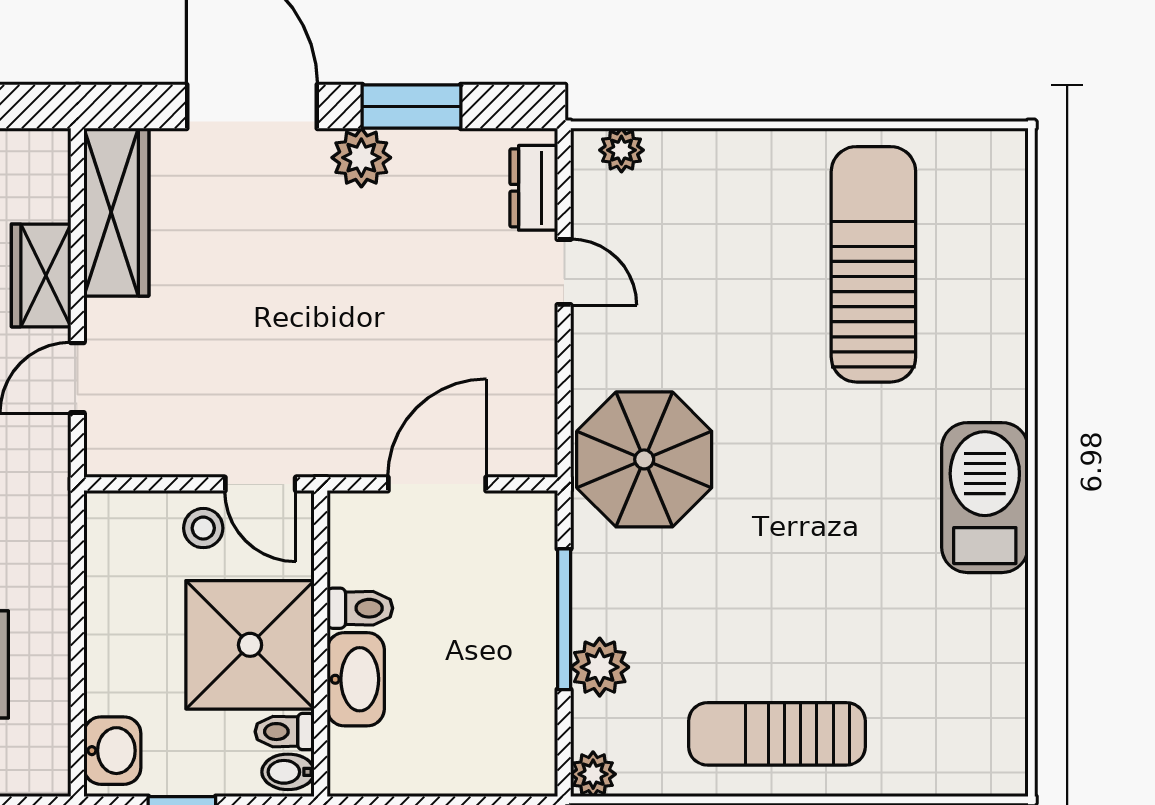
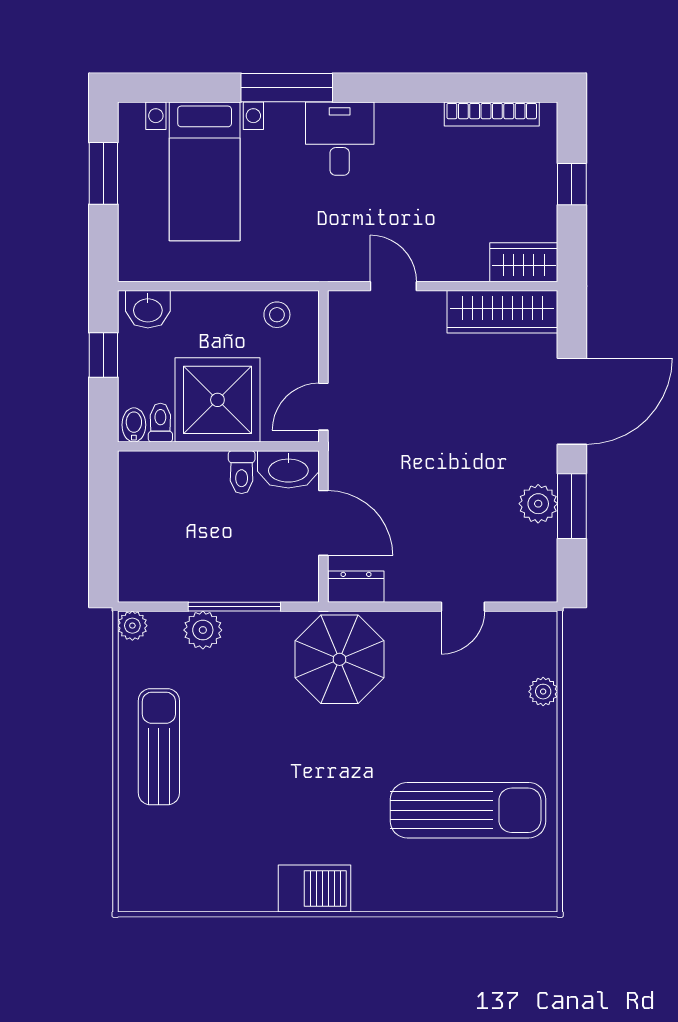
plant: (621, 150) -> (543, 692), moved
plant: (361, 158) -> (538, 504), moved
dresser: (534, 188) -> (356, 587), moved
wardrobe: (41, 275) -> (524, 262), moved
barbecue: (985, 498) -> (314, 888), width x0.73, depth x0.83
stool: (203, 528) -> (277, 315), moved
washbasin: (356, 679) -> (288, 469), moved

